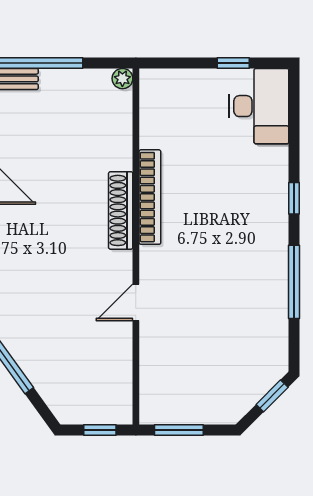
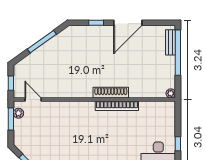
door: (136, 302) -> (33, 99), moved
plant: (166, 414) -> (18, 113), added

